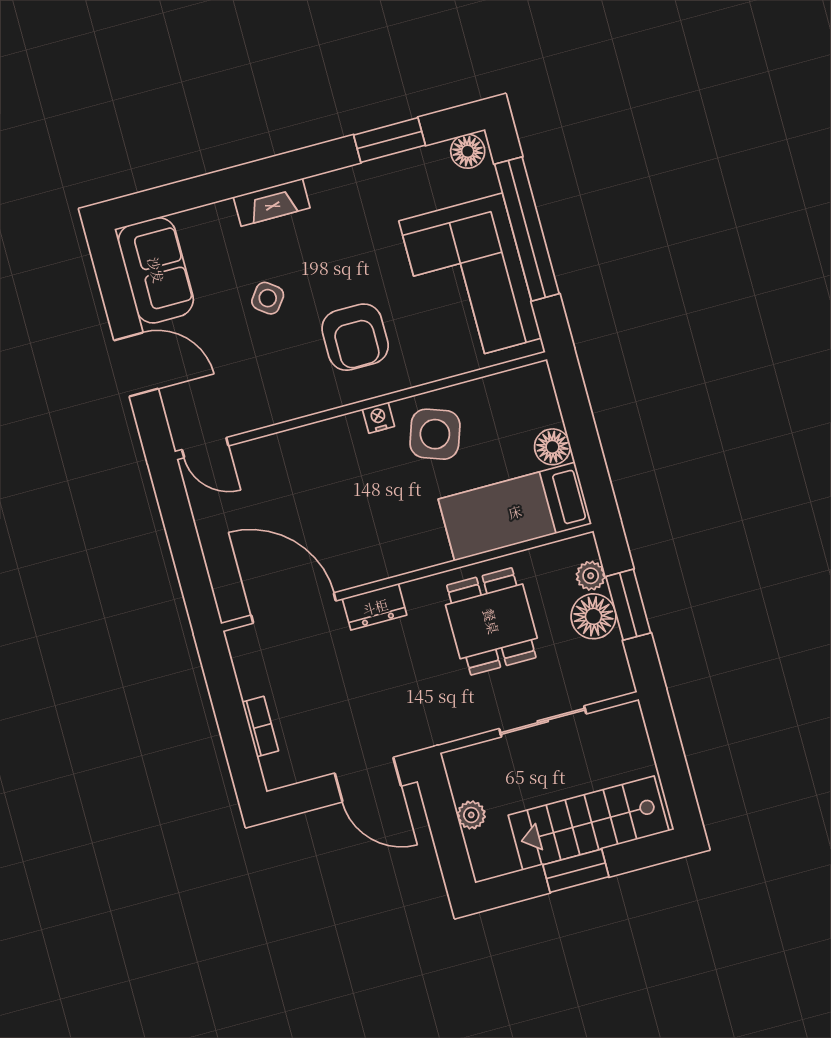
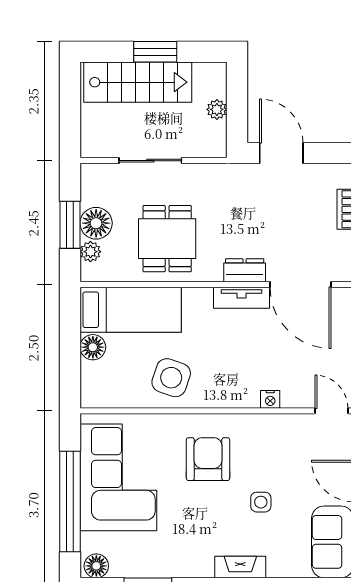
side table: (268, 298) -> (261, 502), turned -37
nightstand: (378, 418) -> (270, 399), moved
tv unit: (369, 569) -> (242, 298), added

